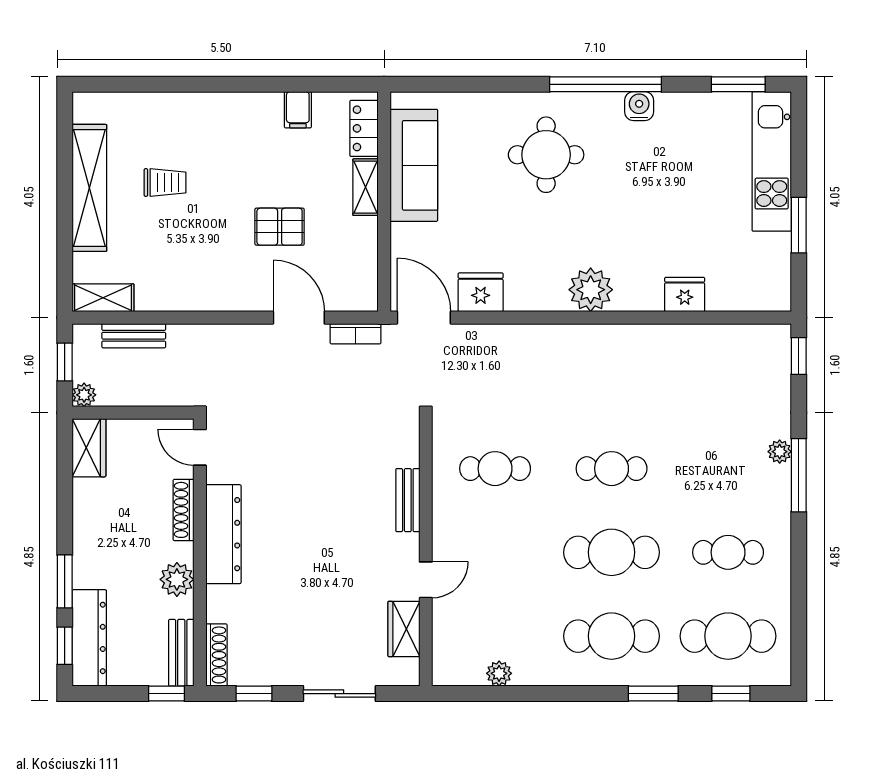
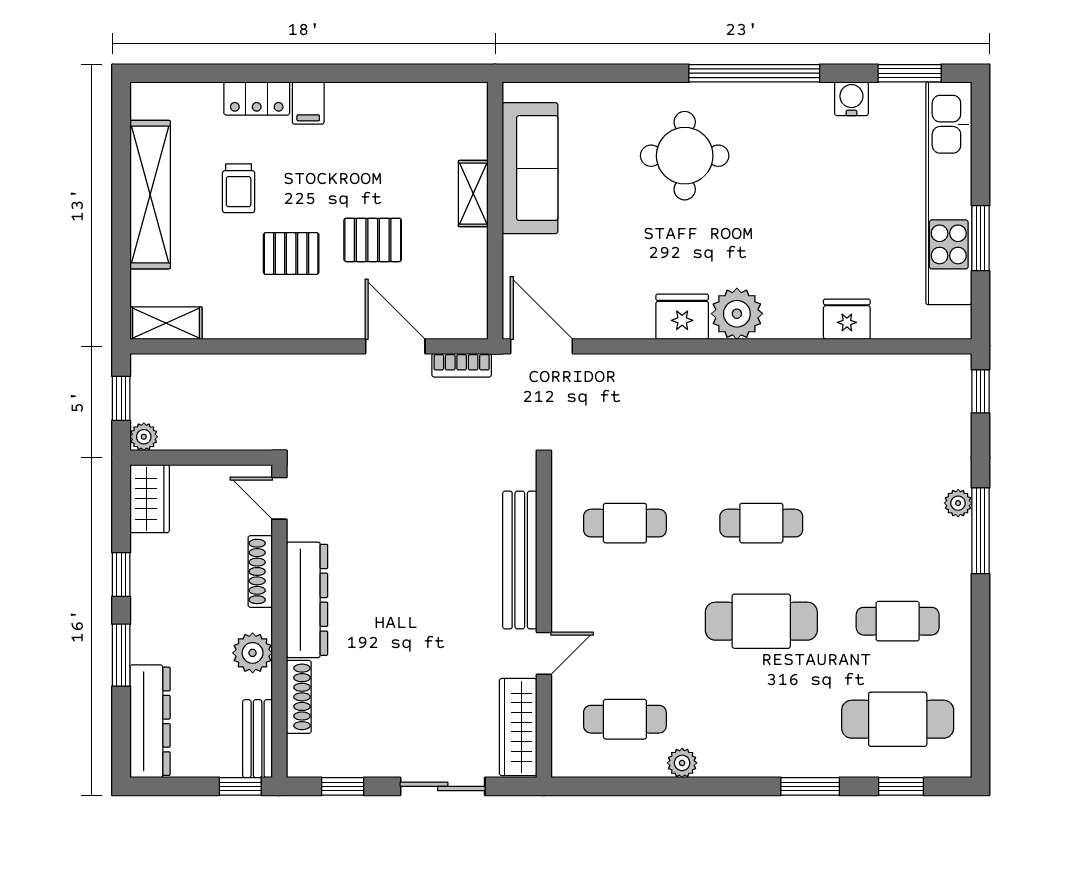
water cooler: (639, 106) -> (851, 99), moved
filing cabinet: (298, 110) -> (308, 103), moved
locker: (364, 128) -> (257, 98), moved, turned -90
kitchen unit: (772, 161) -> (949, 193), width x1.36
trolley: (165, 183) -> (239, 188), turned 90
pallet: (210, 238) -> (291, 253), added
fridge: (481, 292) -> (682, 317), moved
bench: (134, 336) -> (202, 367), removed
bench: (408, 500) -> (520, 560), width x1.86, depth x1.21
wardrobe: (404, 629) -> (518, 727), width x1.50
cafe table: (612, 636) -> (625, 719), moved, width x0.73, depth x0.74
window: (65, 646) -> (121, 575), moved
shoe rack: (216, 655) -> (299, 697), moved
plant: (499, 673) -> (682, 763), moved

